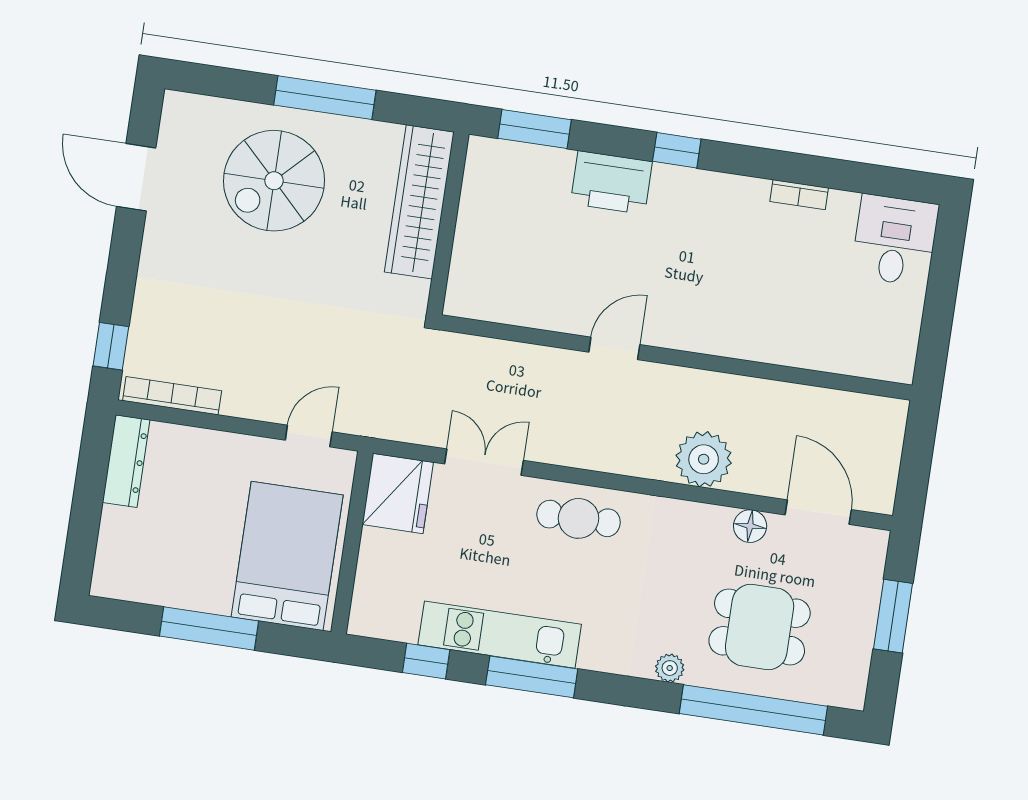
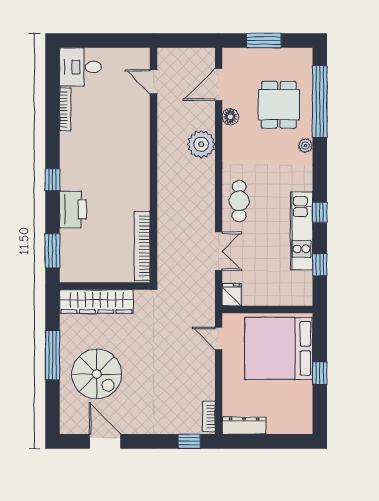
door: (136, 177) -> (105, 441), swing flipped
bookcase: (799, 195) -> (65, 109), width x1.56
bookcase: (517, 310) -> (142, 246), added
door: (614, 348) -> (154, 82), moved
bookcase: (172, 396) -> (209, 417), width x0.64
double door: (484, 462) -> (219, 251), swing flipped
fridge: (398, 493) -> (232, 295), width x0.53, depth x0.75
bed: (287, 556) -> (279, 349), width x1.36
window: (209, 629) -> (320, 373), width x0.46
window: (532, 677) -> (320, 212), width x0.46

